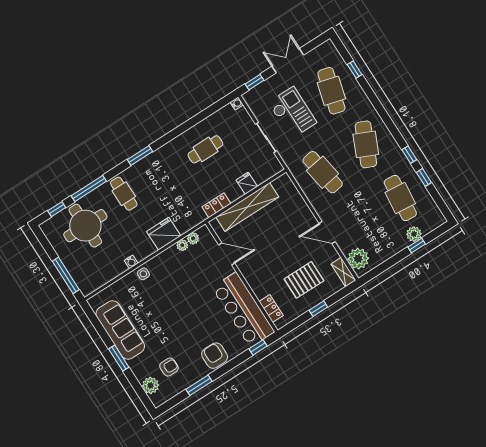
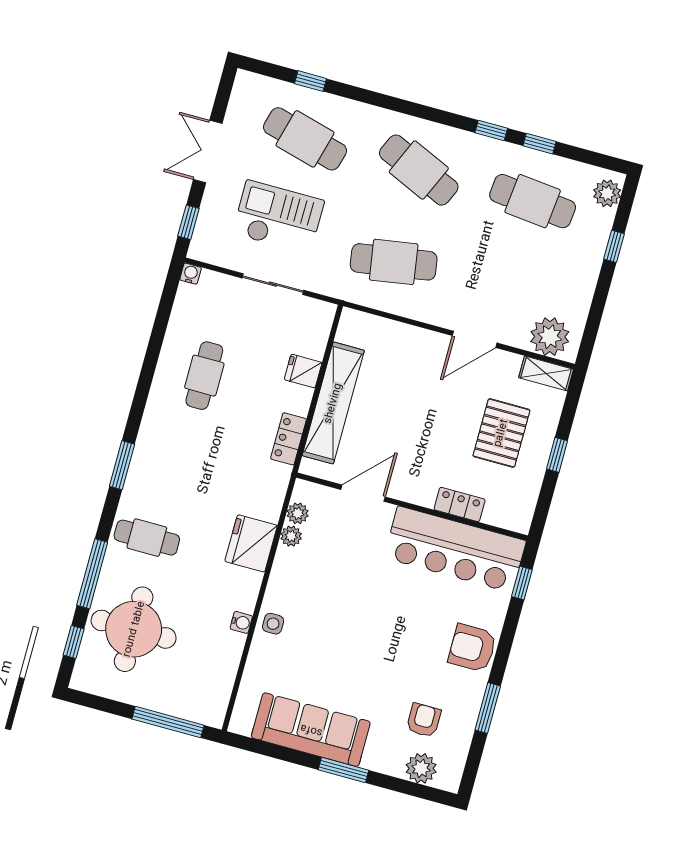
plant: (414, 234) -> (607, 193), moved
locker: (271, 309) -> (460, 505), moved

